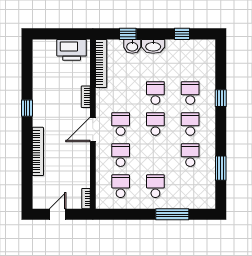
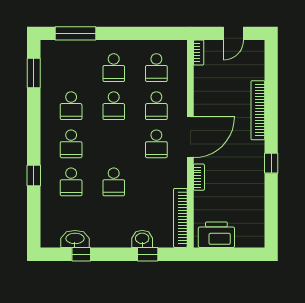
washbasin: (153, 46) -> (75, 239), moved
school desk: (155, 124) -> (114, 106), moved
door: (93, 129) -> (190, 137), width x1.36
window: (221, 168) -> (34, 73), moved
window: (172, 214) -> (75, 33), moved

